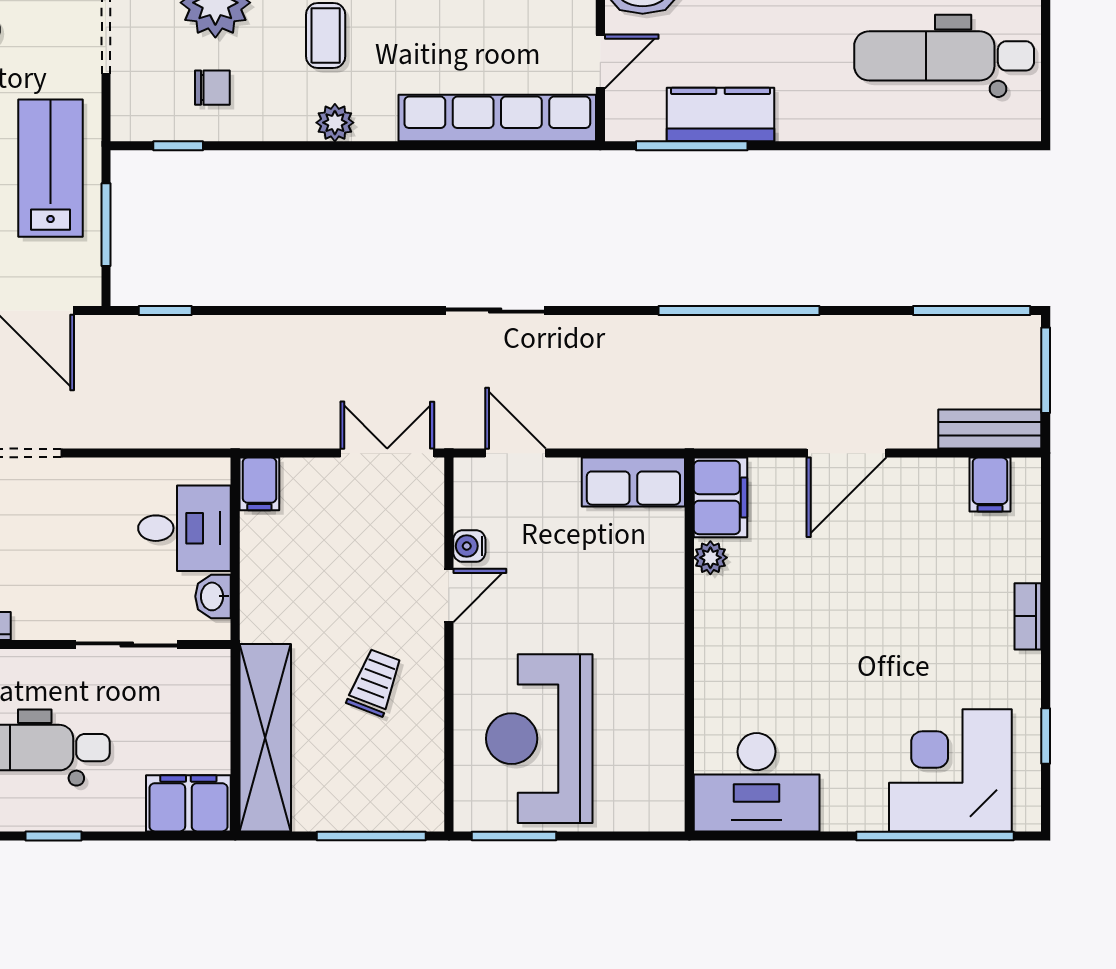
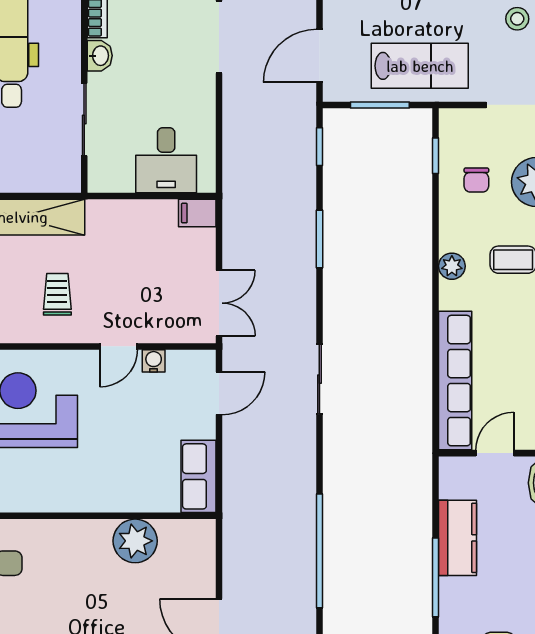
door: (600, 61) -> (495, 453), swing flipped
window: (692, 146) -> (436, 577), moved
window: (296, 311) -> (319, 239), added
filing cabinet: (720, 497) -> (188, 538), removed
plant: (710, 558) -> (135, 541), width x1.87, depth x1.87
washbasin: (213, 596) -> (100, 56), moved, turned 90
door: (449, 596) -> (119, 346), hinge flipped
trolley: (375, 683) -> (57, 294), turned -111

